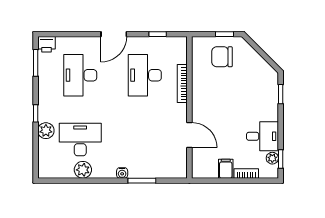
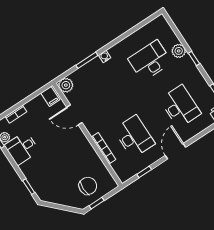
desk: (80, 140) -> (150, 61), turned 180
filing cabinet: (226, 169) -> (50, 96), moved
plant: (83, 170) -> (66, 85), moved

